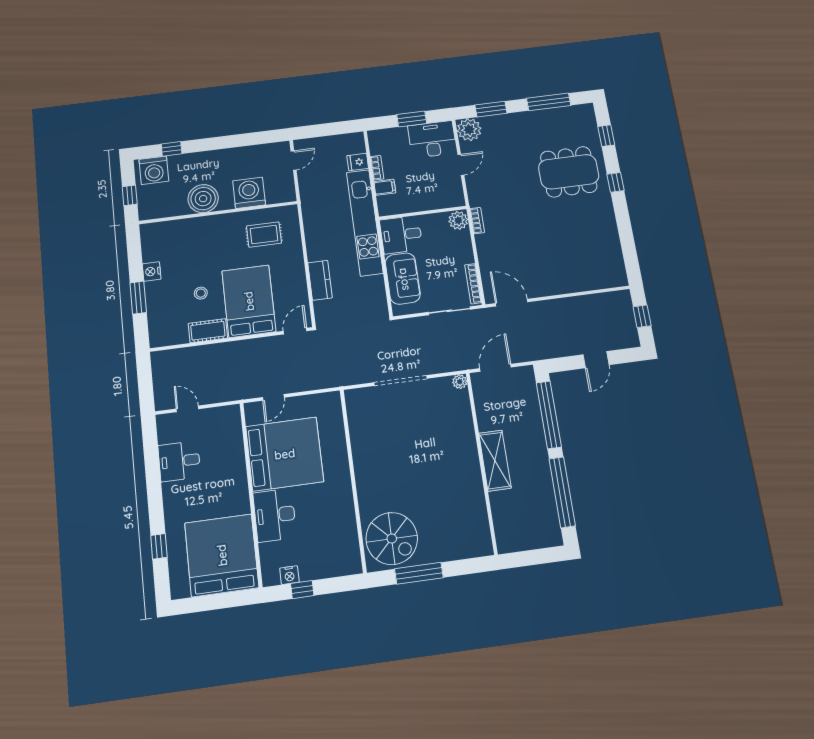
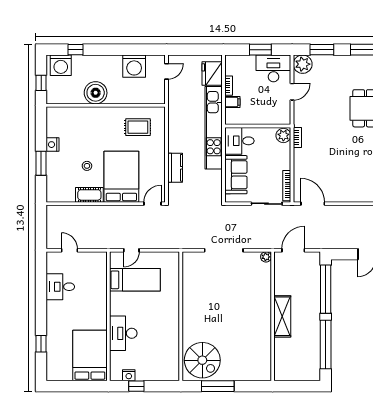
fridge: (358, 162) -> (212, 74), width x1.88, depth x1.34
washing machine: (249, 193) -> (134, 66), moved, turned 180
bed: (285, 454) -> (135, 280), width x0.49
bed: (222, 555) -> (90, 356), width x0.73

